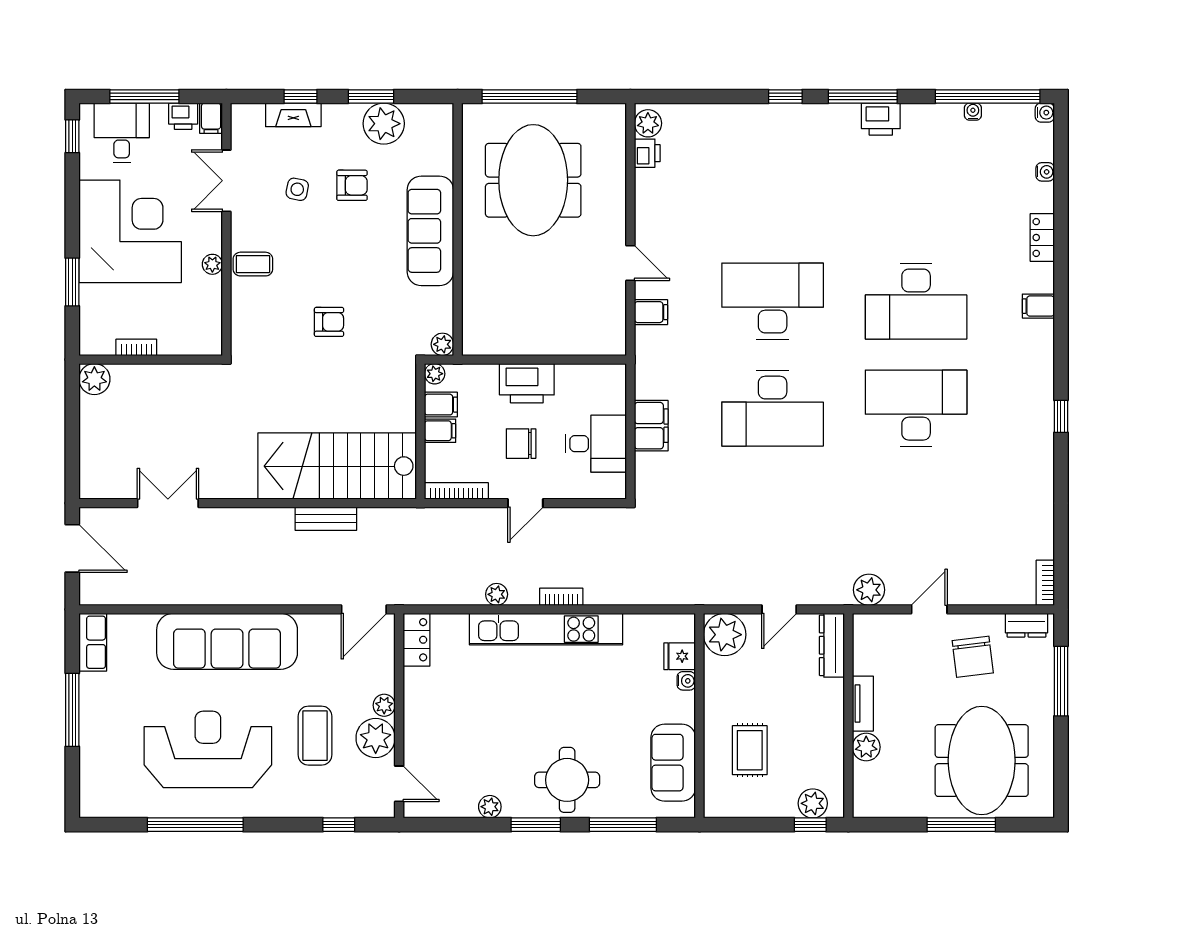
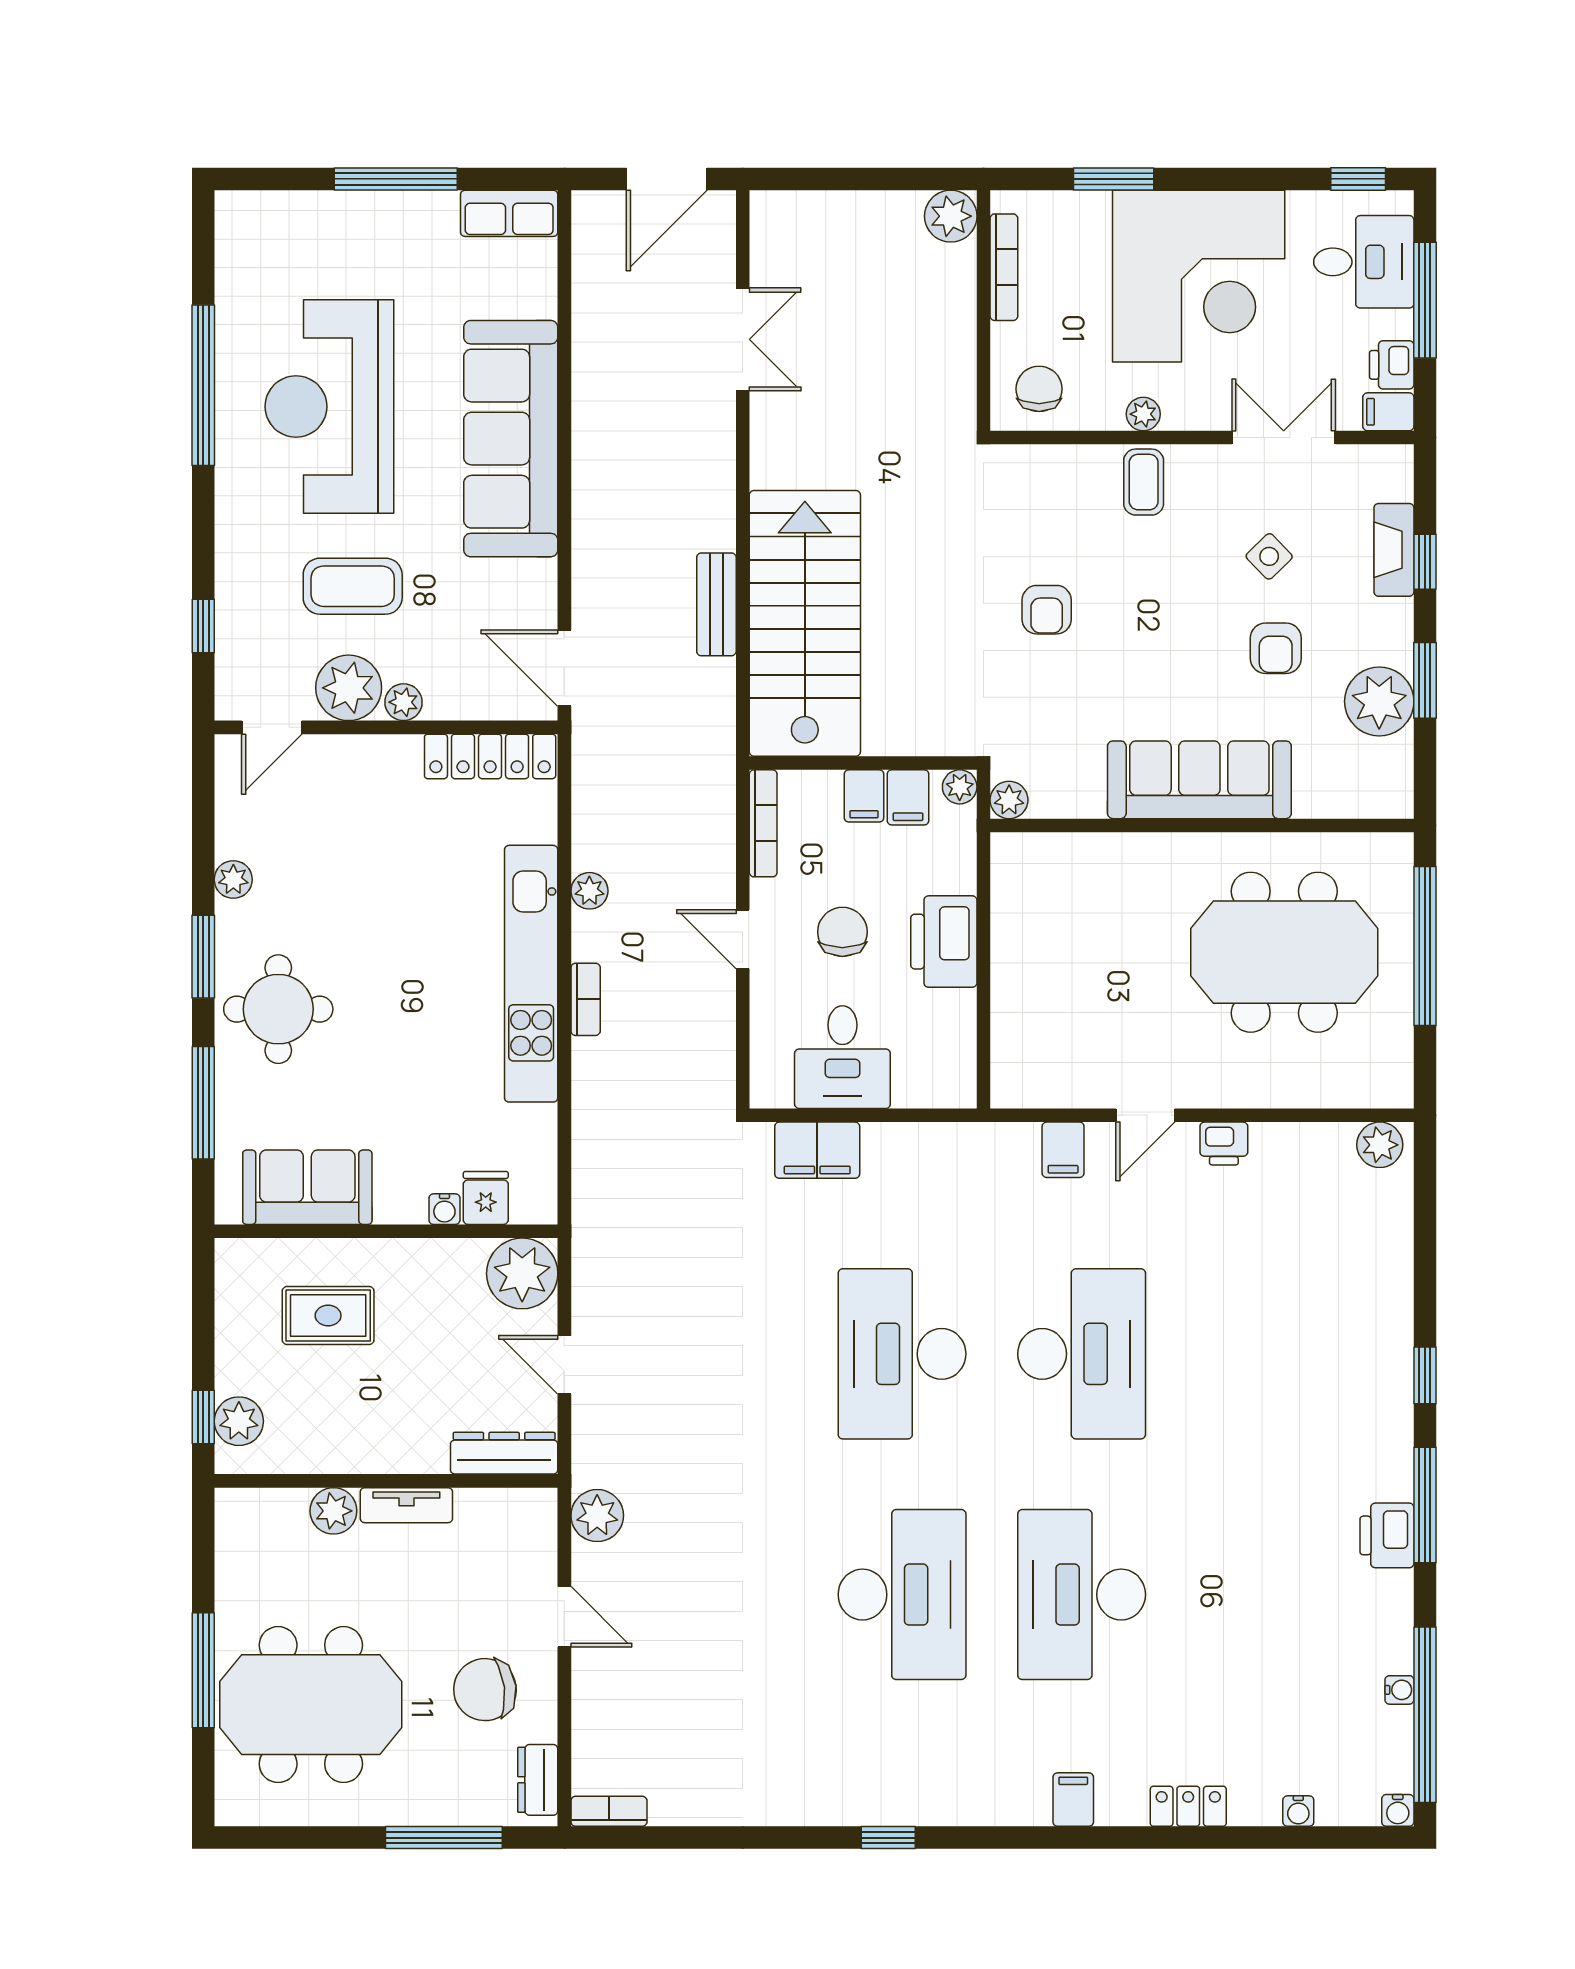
printer: (647, 153) -> (1224, 1144), moved
side table: (297, 189) -> (1269, 556), turned 35
chair: (197, 326) -> (1039, 389), added
bookcase: (136, 347) -> (1004, 267), width x1.56
filing cabinet: (651, 426) -> (817, 1150), moved
locker: (416, 640) -> (490, 756), width x1.53
reception desk: (208, 749) -> (329, 407), turned 180

